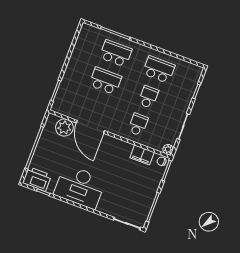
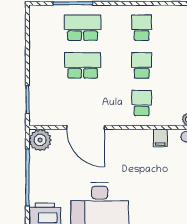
school desk: (159, 70) -> (142, 28), width x0.54
plant: (64, 128) -> (40, 140), moved
filing cabinet: (142, 155) -> (160, 138), width x0.50

